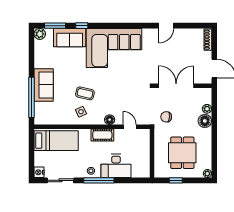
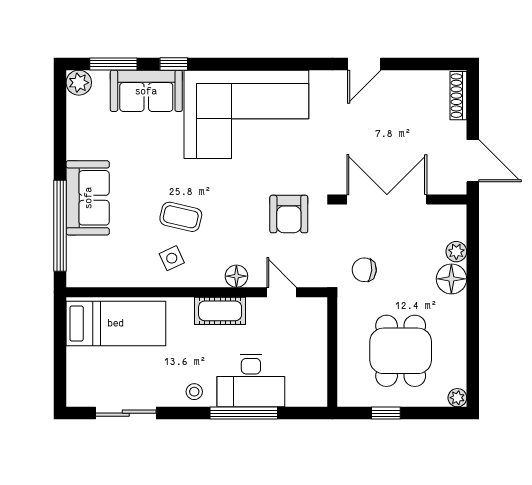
armchair: (133, 92) -> (289, 214), added
nightstand: (39, 172) -> (77, 395), removed
window: (99, 180) -> (244, 413), moved

